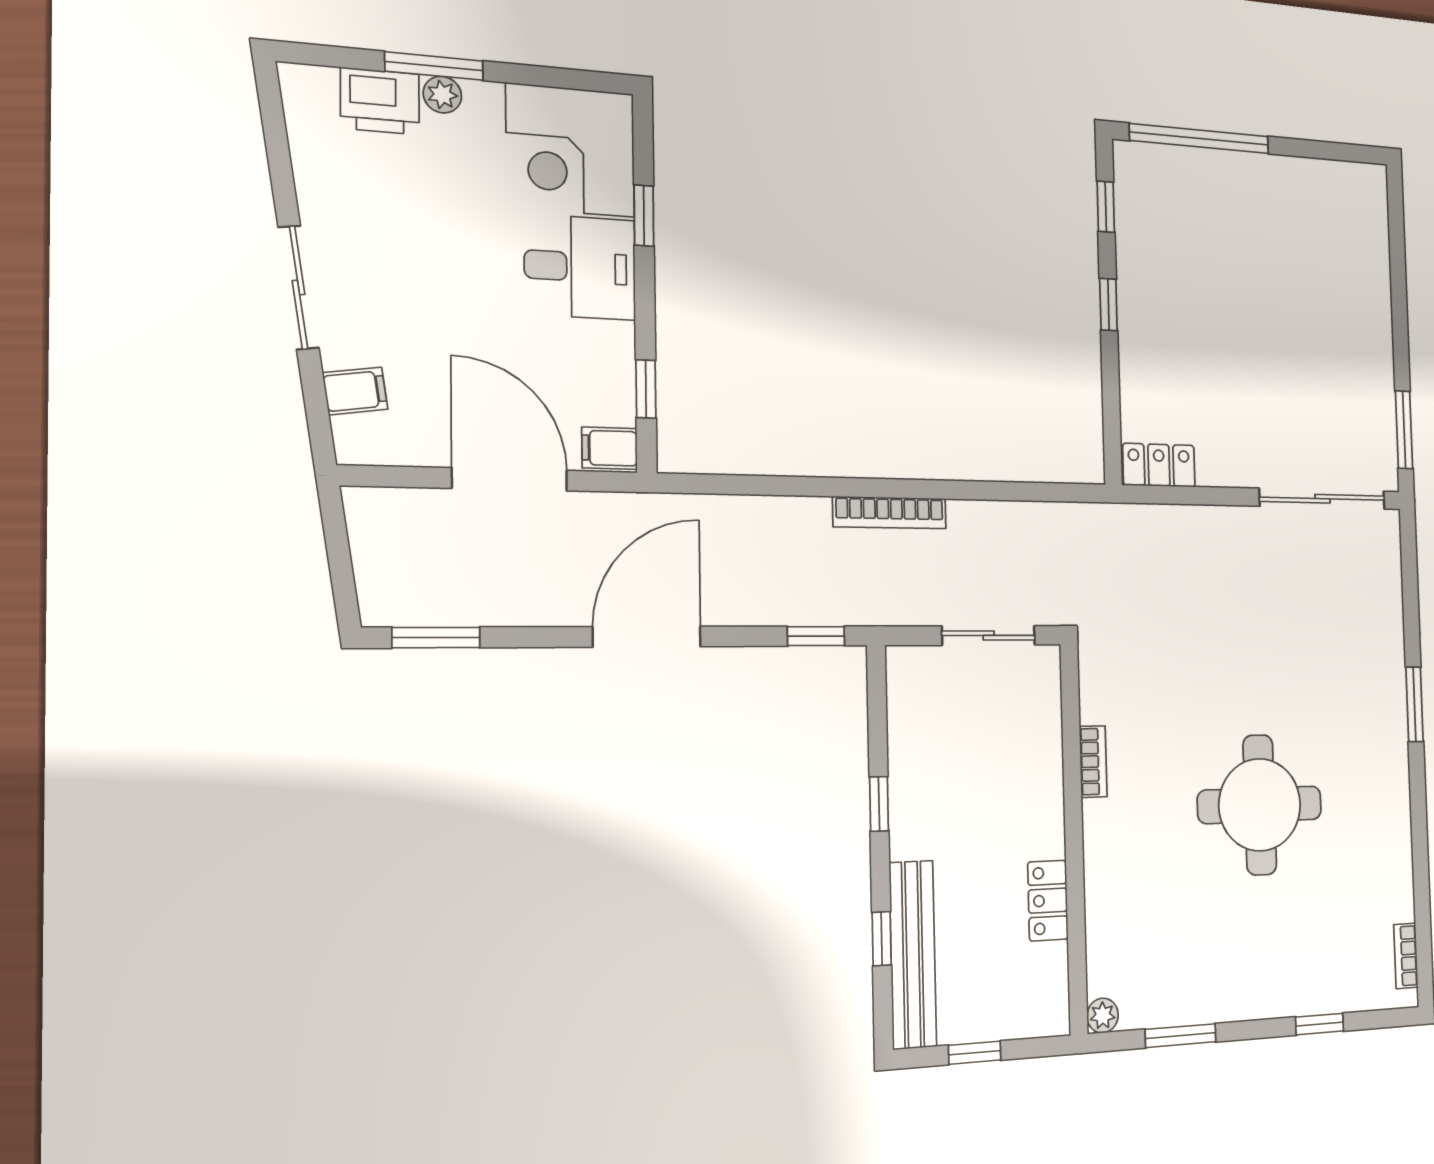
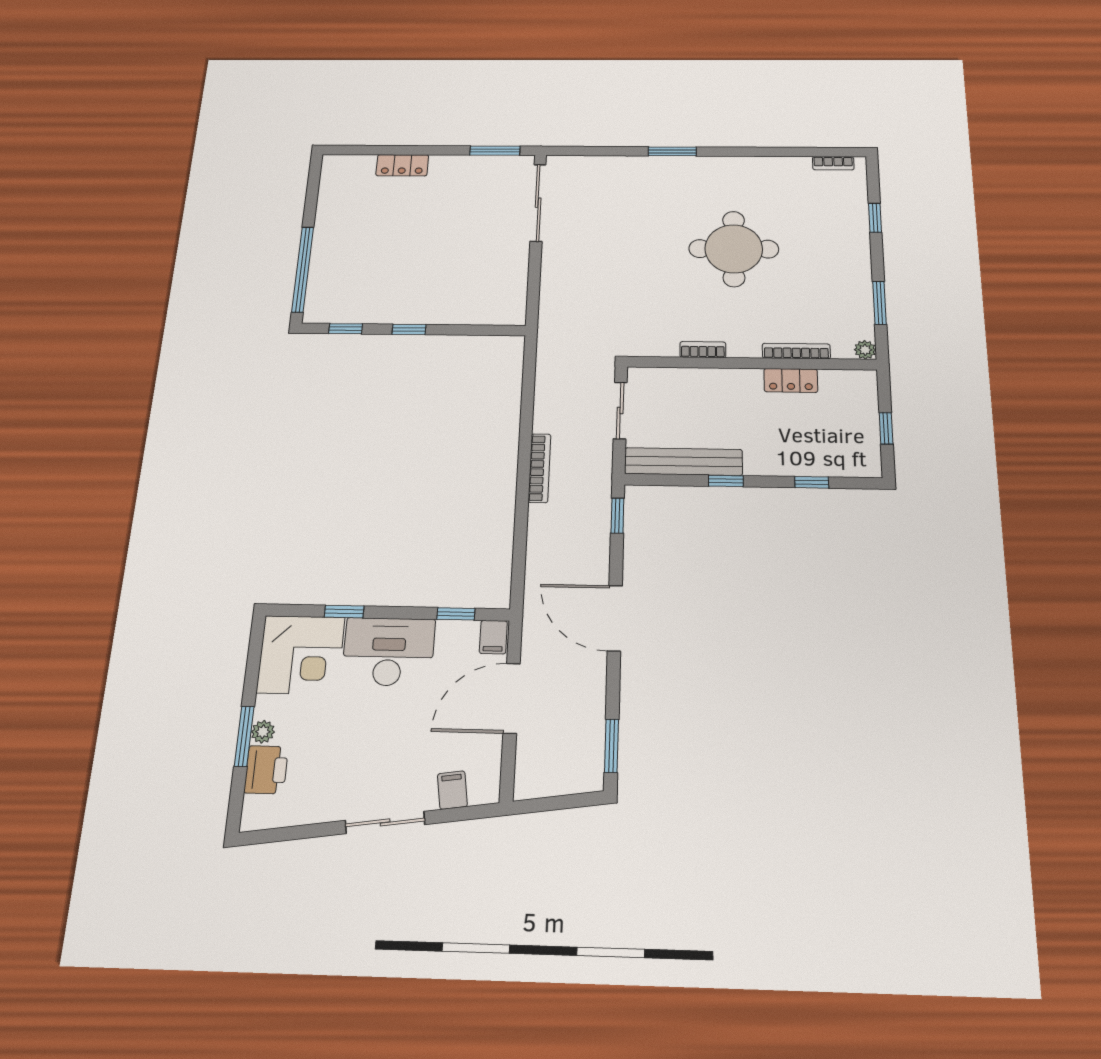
desk: (580, 267) -> (388, 652), width x1.37
locker: (1159, 465) -> (402, 165), moved, turned -90
bookcase: (1096, 908) -> (796, 351), added
bench: (913, 955) -> (683, 462), moved

